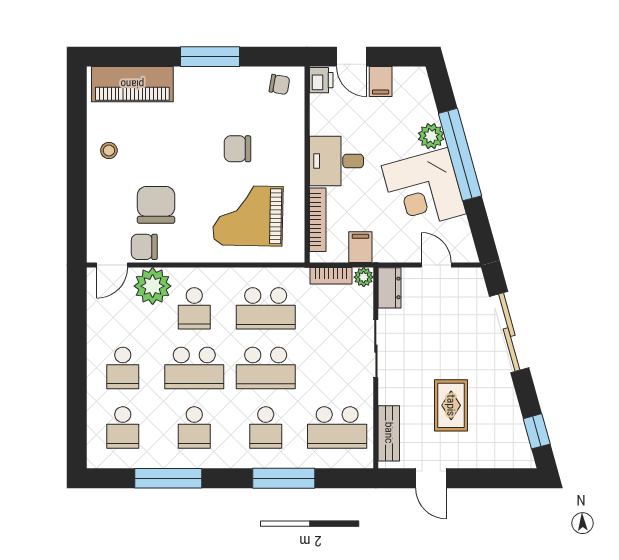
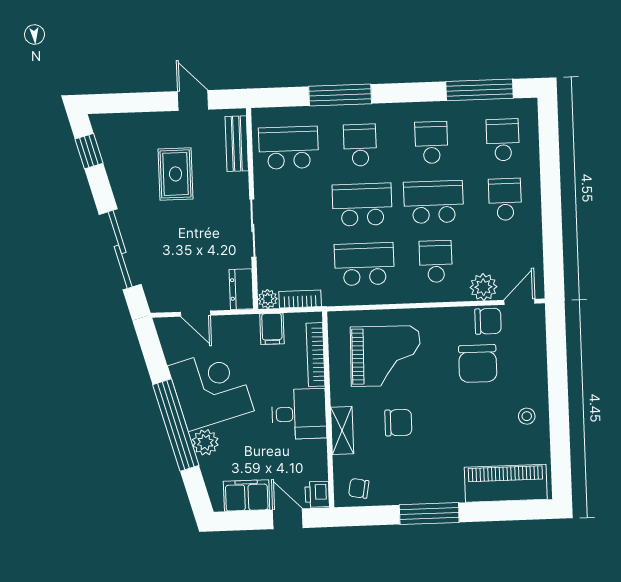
filing cabinet: (381, 82) -> (247, 495), width x2.00
shelving: (294, 143) -> (342, 430), added
plant: (153, 286) -> (483, 287), width x0.73, depth x0.73
window: (168, 478) -> (479, 90), moved

